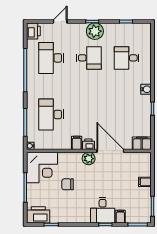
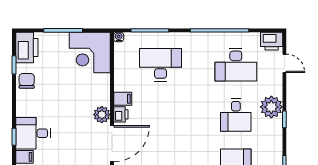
door: (60, 21) -> (284, 63), moved
plant: (95, 31) -> (271, 107), moved
desk: (51, 58) -> (236, 65), turned 180
chair: (68, 184) -> (27, 81), moved

